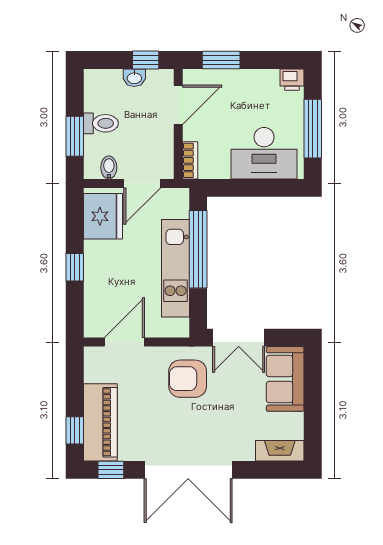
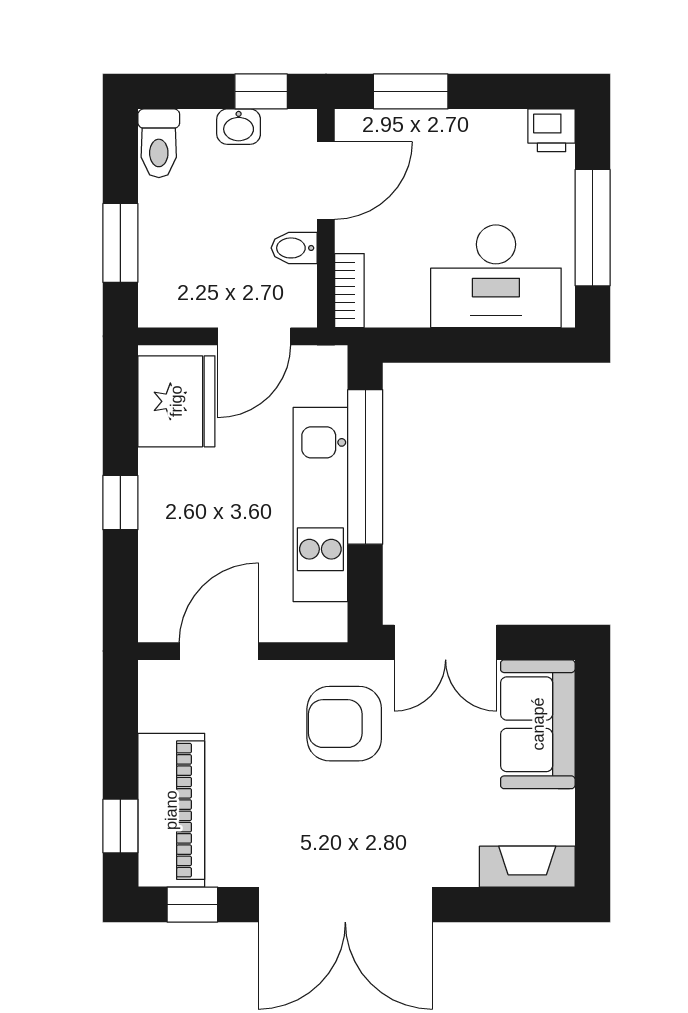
toilet: (101, 123) -> (159, 143), moved, turned 90
bidet: (109, 167) -> (294, 248), moved, turned -90

